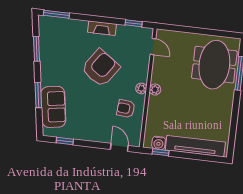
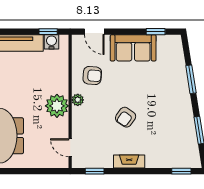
window: (56, 14) -> (181, 171), width x0.67
armchair: (101, 68) -> (126, 117), width x0.53, depth x0.53
plant: (155, 90) -> (57, 106), width x1.87, depth x1.87
sofa: (53, 107) -> (133, 48), moved, turned -81

